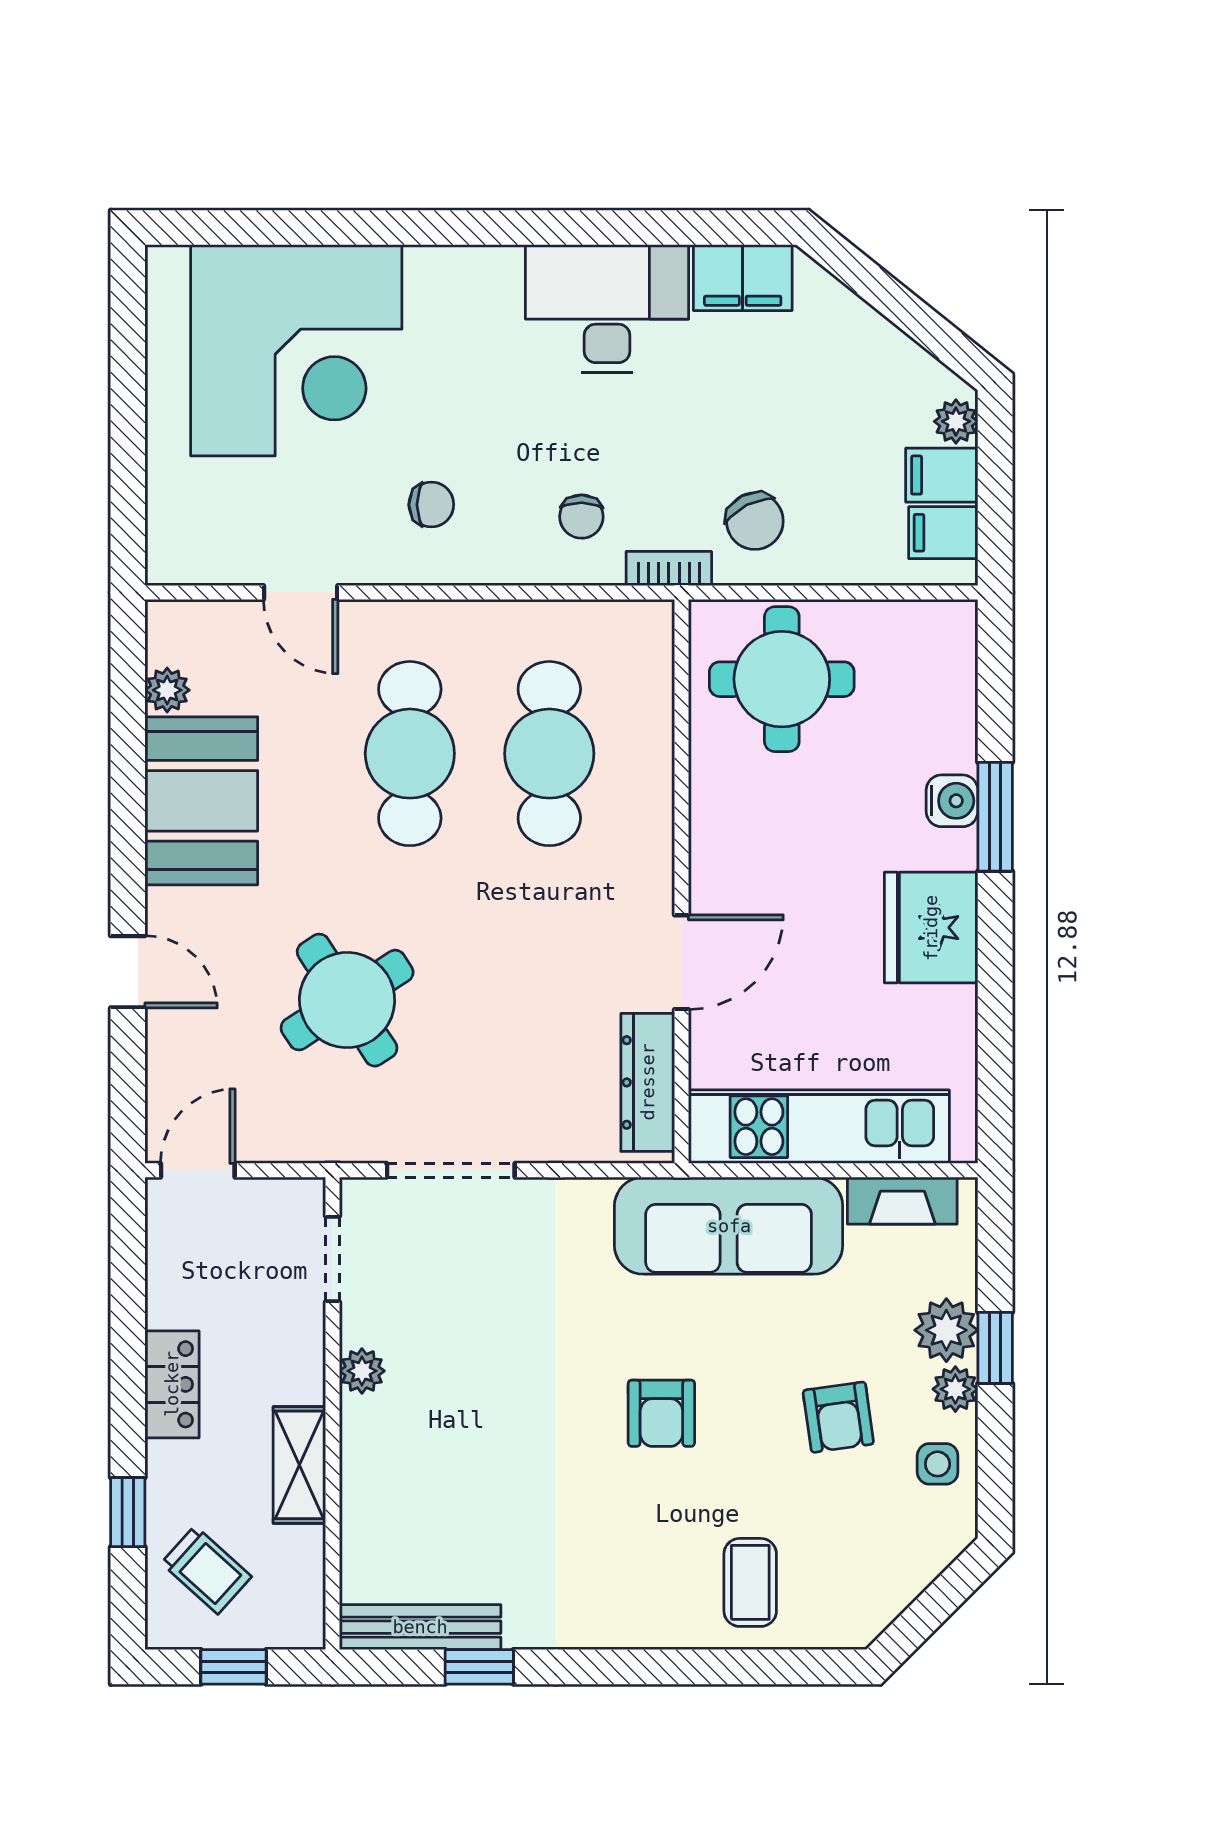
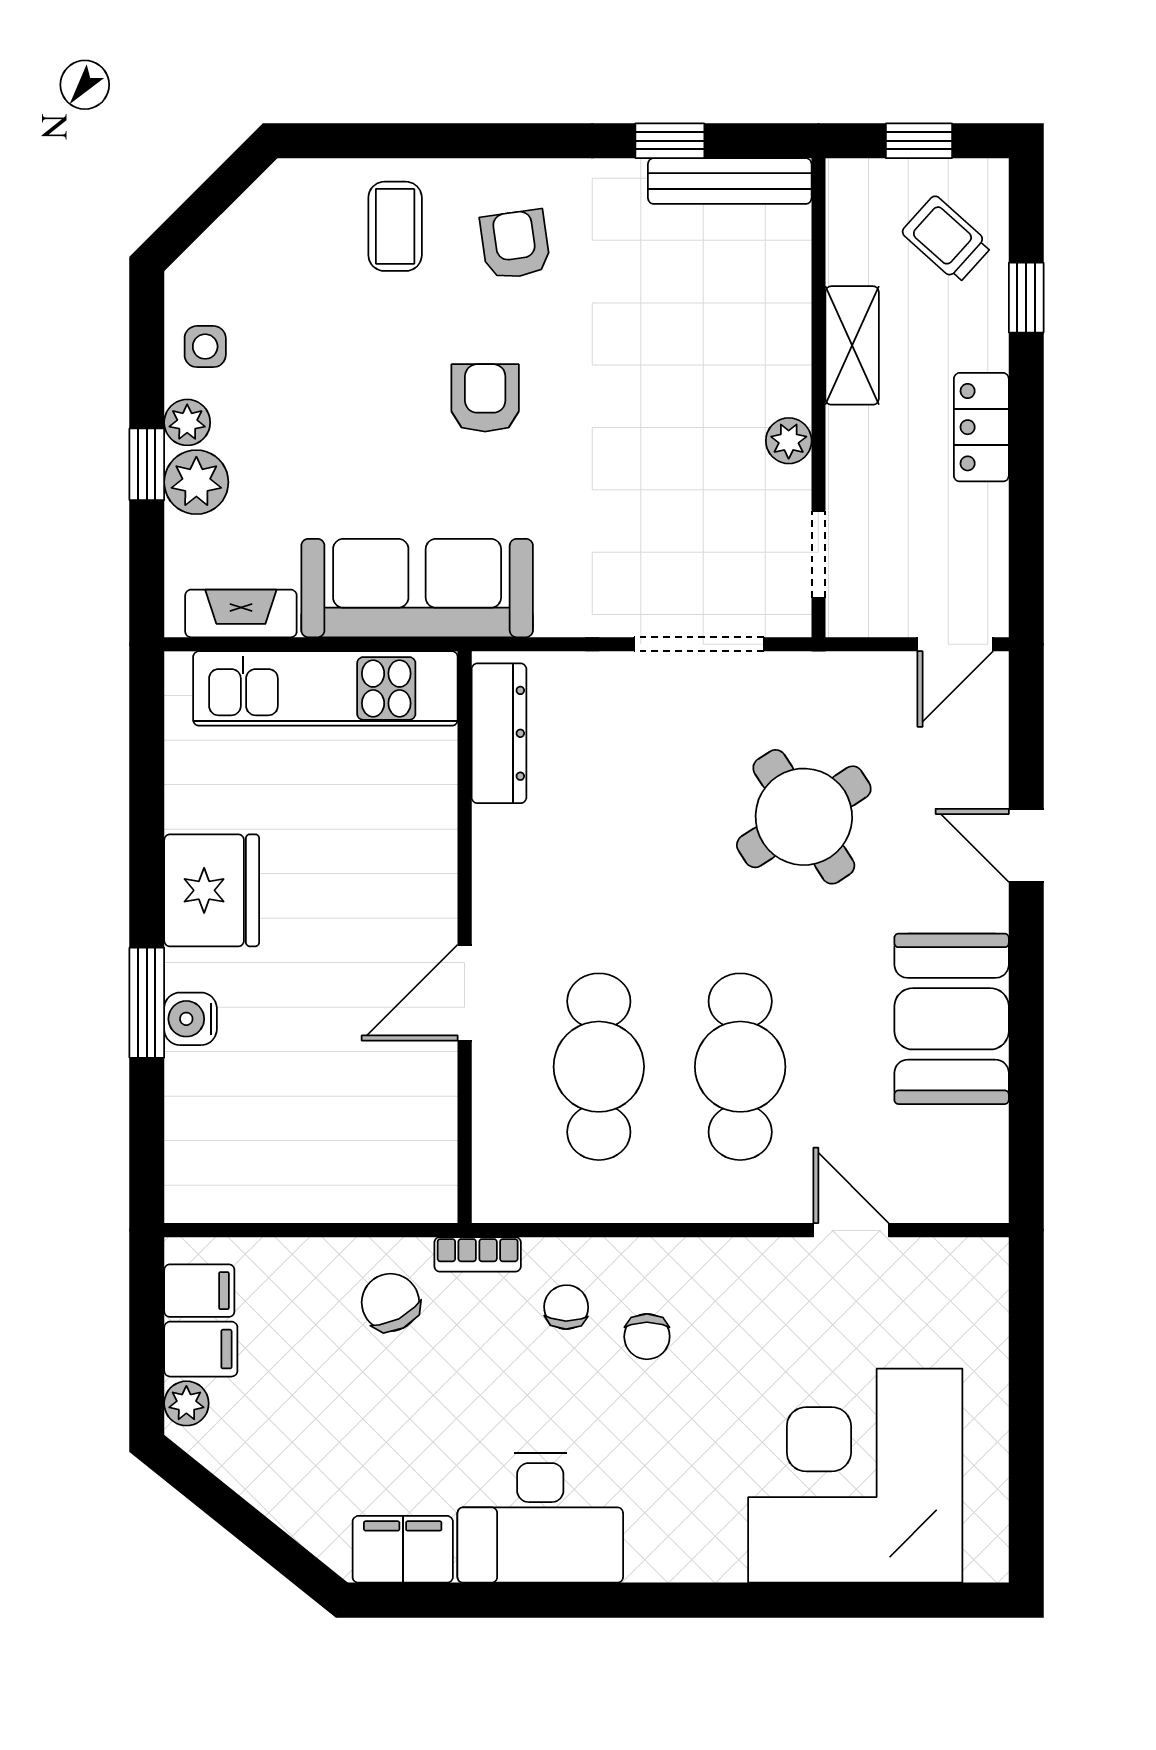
chair: (431, 505) -> (647, 1337), moved, turned -90
round table: (782, 679) -> (363, 1142), removed
plant: (167, 690) -> (986, 1131), removed
door: (682, 962) -> (465, 993), moved
armchair: (838, 1417) -> (515, 245), moved

